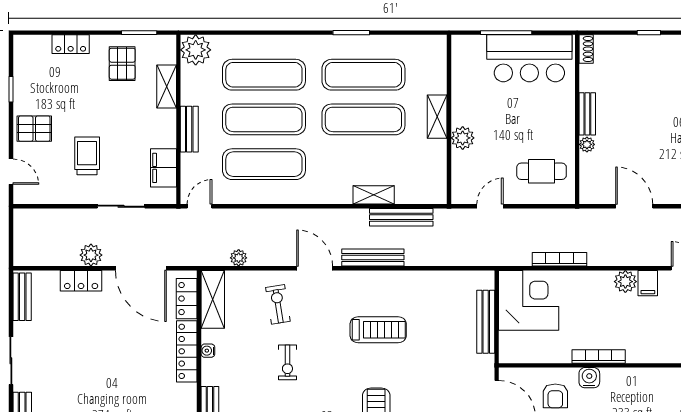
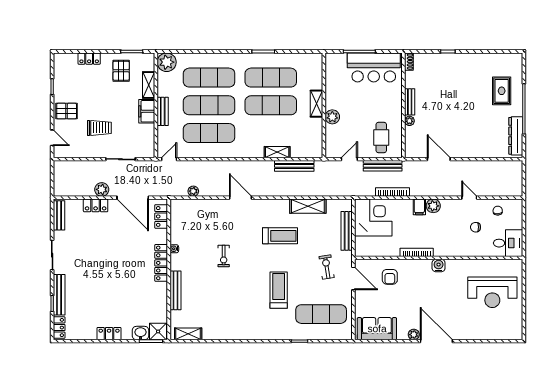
trolley: (87, 156) -> (99, 128), turned 90
filing cabinet: (163, 168) -> (147, 111), moved
cafe table: (542, 171) -> (381, 137), turned 90
bench: (373, 257) -> (383, 166), moved
filing cabinet: (648, 283) -> (419, 207), moved
shelving: (213, 299) -> (308, 206), moved, turned 90
exercise bike: (278, 304) -> (327, 267), moved
locker: (187, 351) -> (161, 263), moved
water cooler: (589, 378) -> (439, 266), moved

